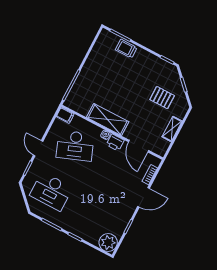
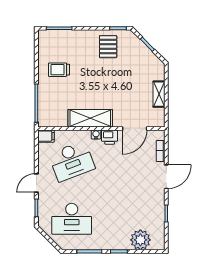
trolley: (126, 49) -> (59, 70), moved
pallet: (162, 98) -> (108, 47), moved, turned 90
door: (139, 146) -> (135, 129), hinge flipped
door: (38, 148) -> (36, 183), hinge flipped
plant: (108, 243) -> (140, 240), moved

